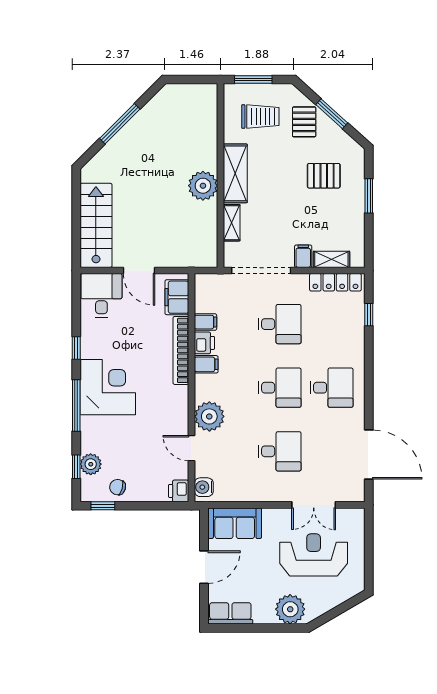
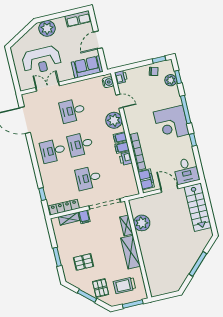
plant: (203, 186) -> (142, 223), moved
filing cabinet: (205, 322) -> (120, 137), moved

